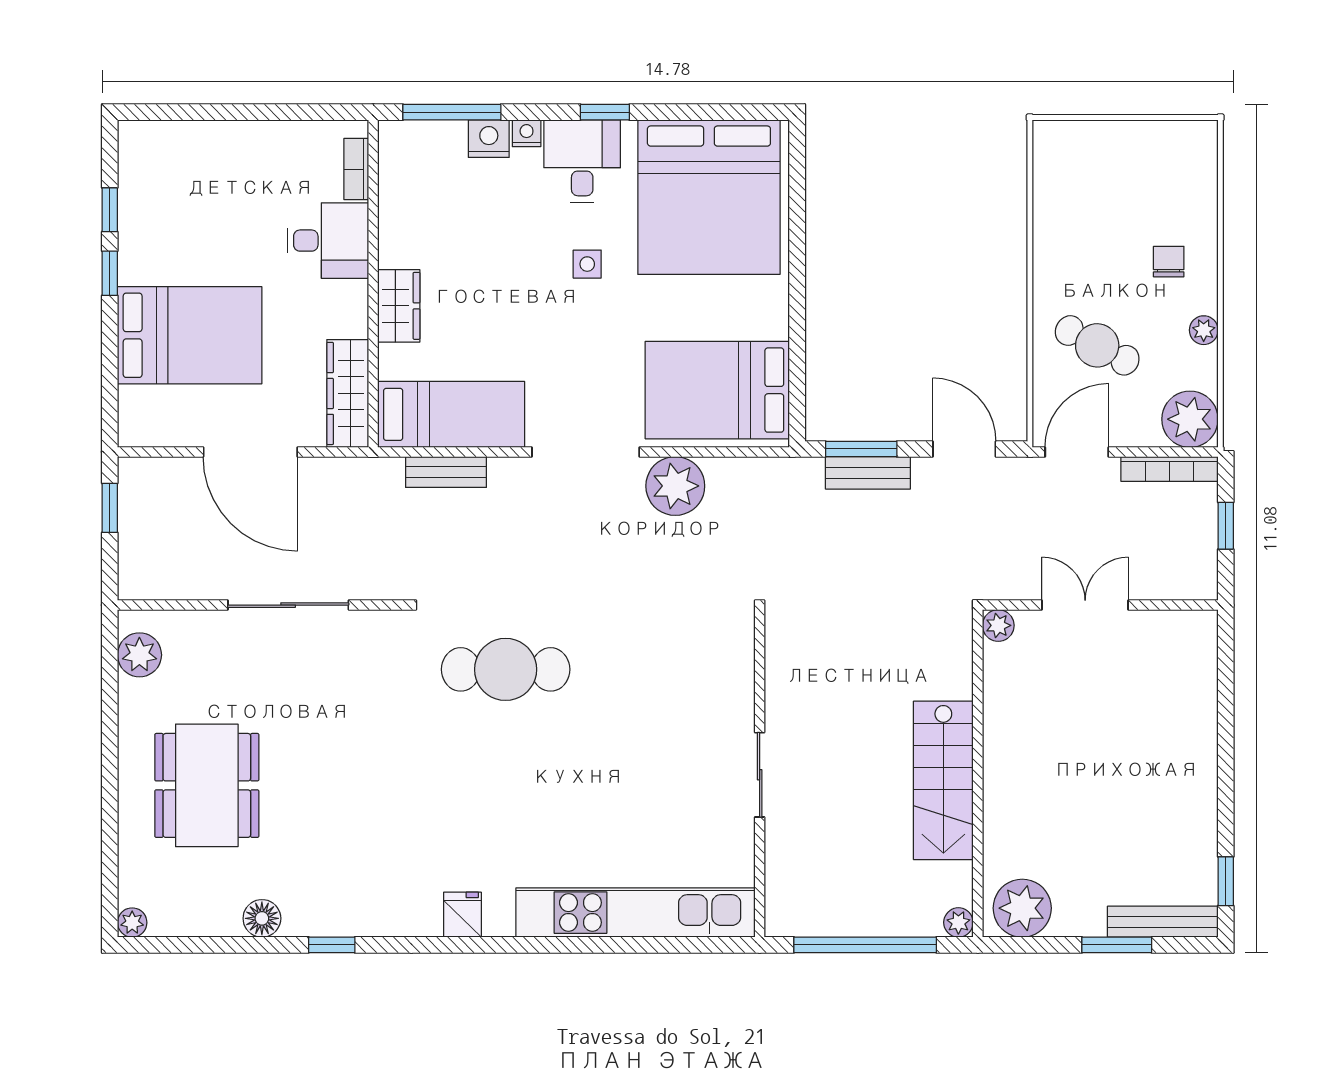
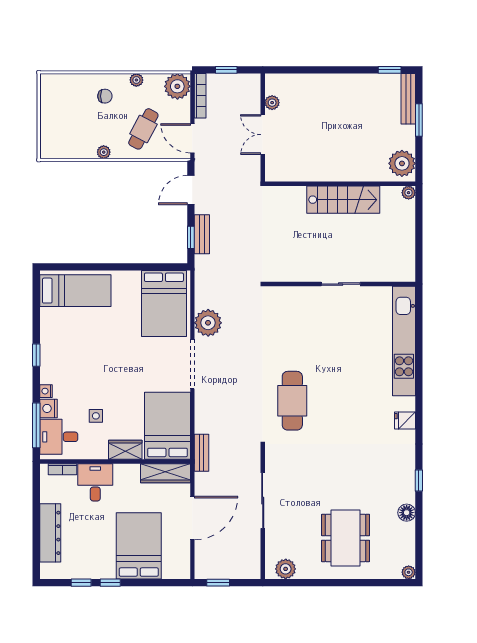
dresser: (218, 143) -> (50, 533), added
desk: (582, 161) -> (59, 437), moved
bed: (709, 197) -> (75, 291), width x0.49
plant: (1047, 259) -> (104, 152), added
chair: (1169, 262) -> (105, 96), turned 180
side table: (587, 264) -> (96, 416), moved
bed: (451, 414) -> (167, 426), width x1.50
window: (861, 449) -> (191, 237), width x0.67
bench: (446, 472) -> (202, 453), moved
plant: (998, 625) -> (272, 103), moved
dining table: (207, 785) -> (346, 538), turned 90
window: (865, 945) -> (419, 236), removed

